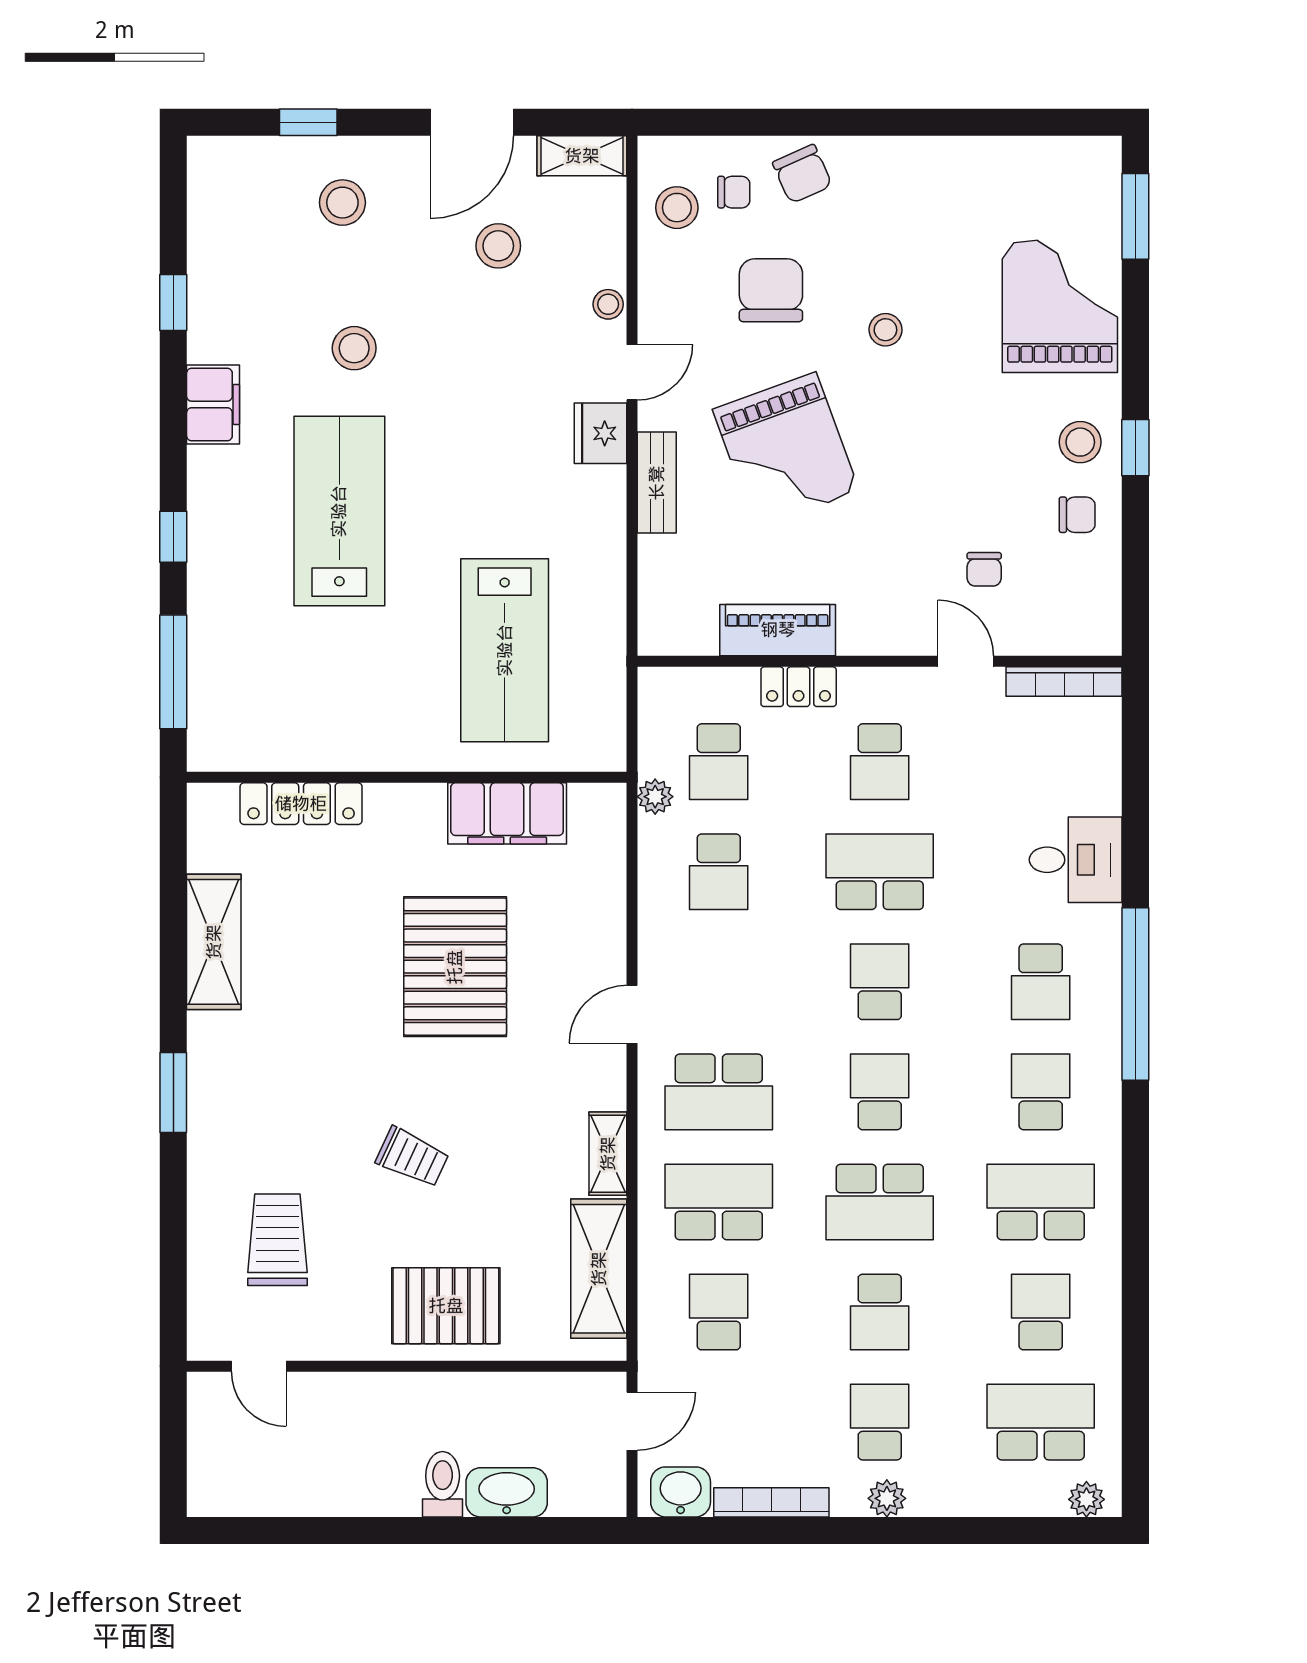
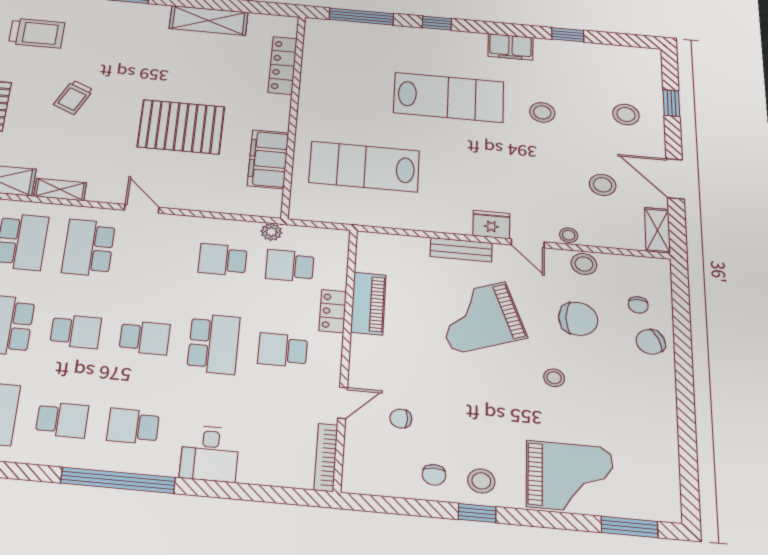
stool: (677, 208) -> (584, 264), moved

